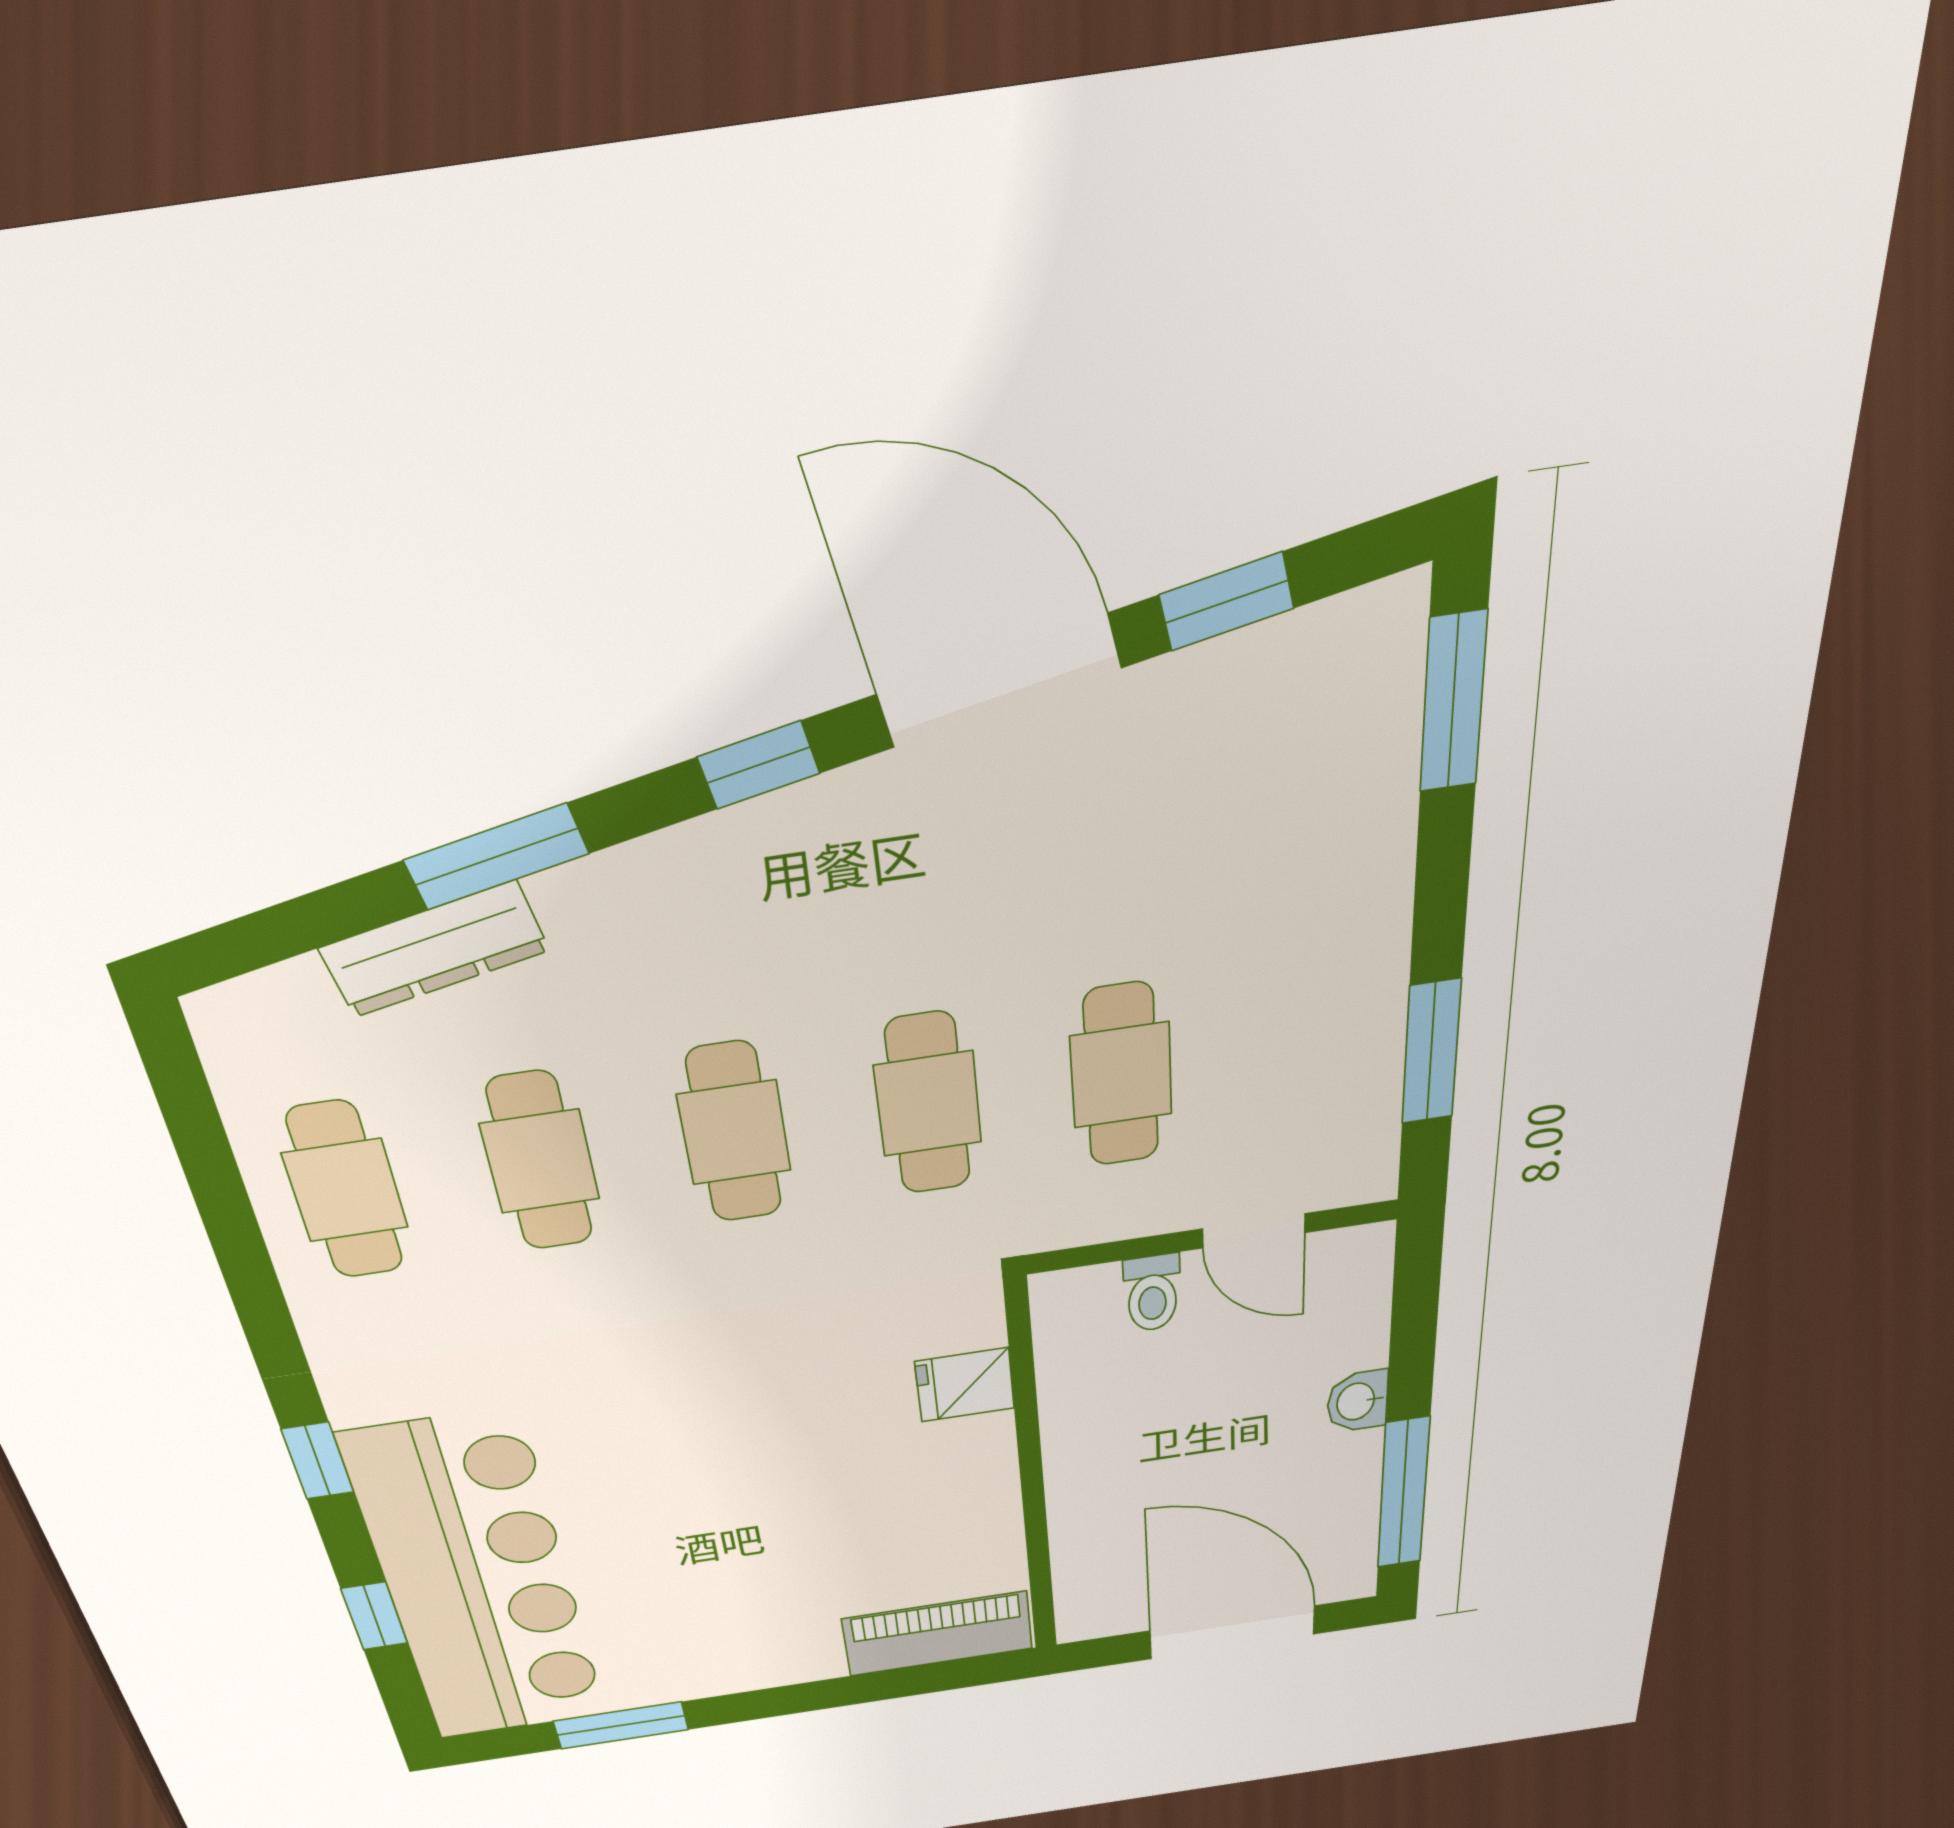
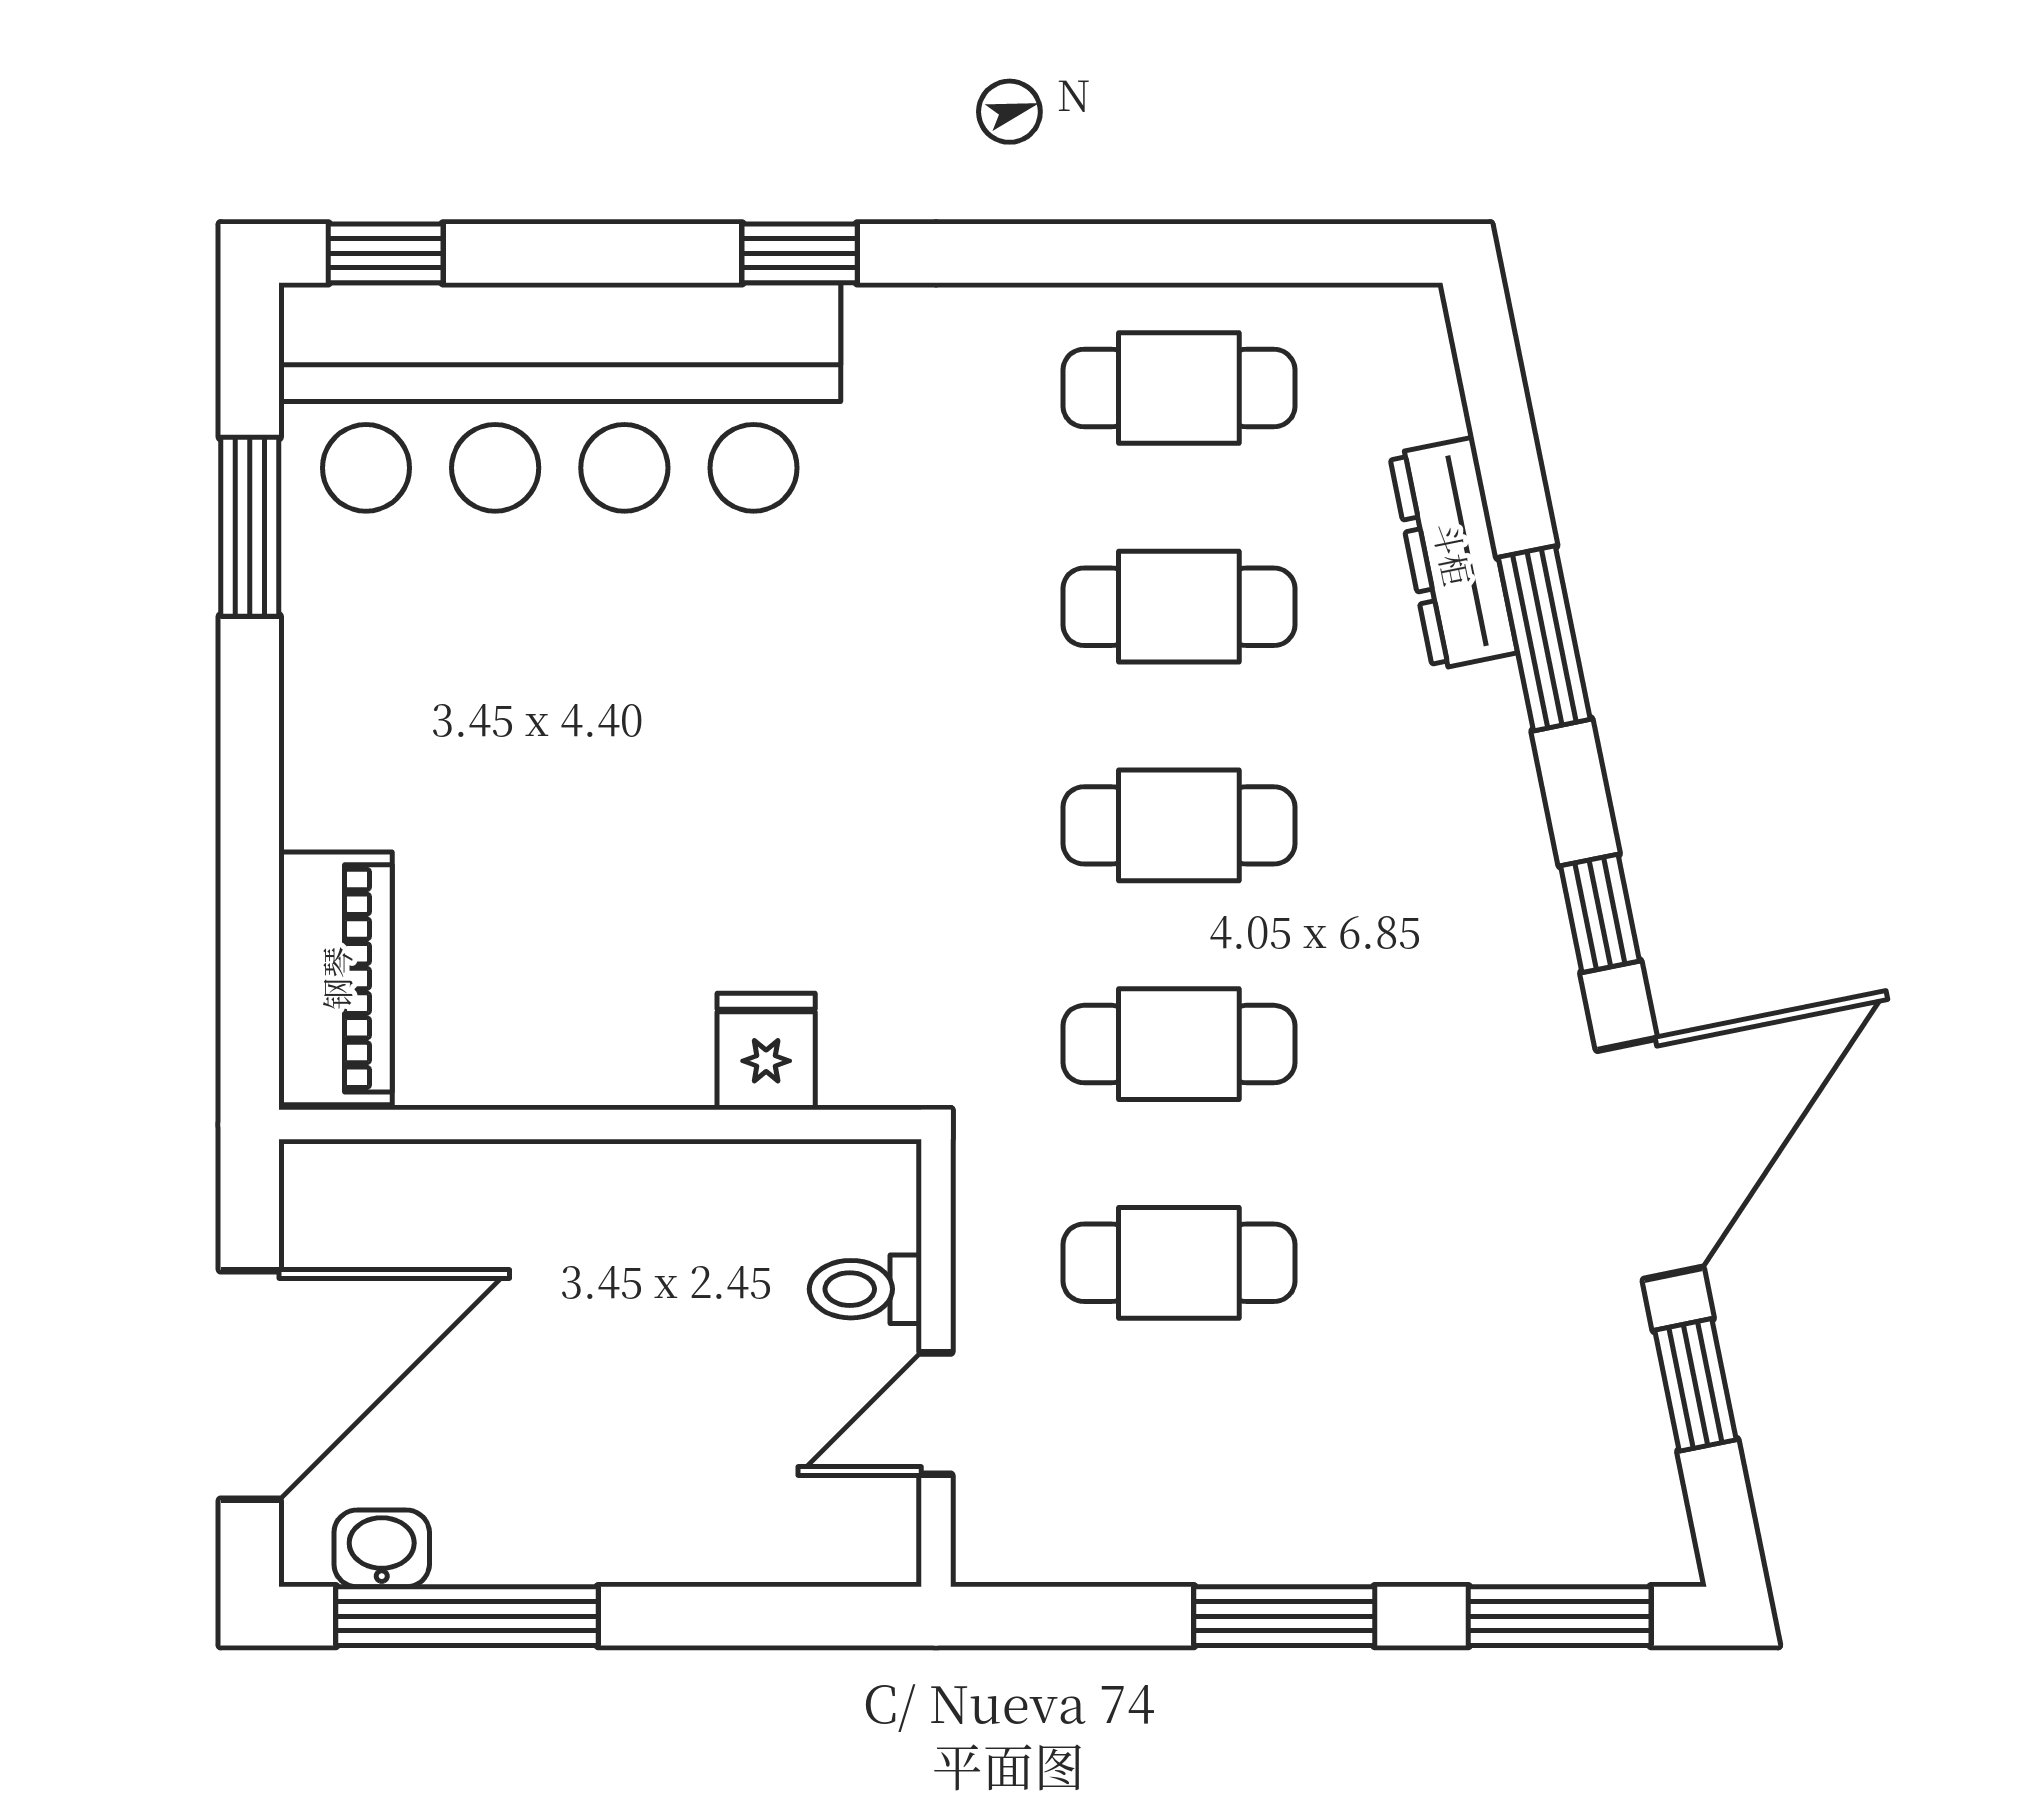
window: (1431, 1052) -> (1284, 1616), moved
washbasin: (1357, 1401) -> (382, 1548), moved
window: (374, 1616) -> (386, 253), moved

